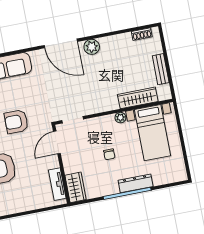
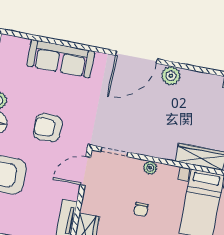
door: (61, 43) -> (136, 57), hinge flipped
plant: (120, 118) -> (150, 168), moved

